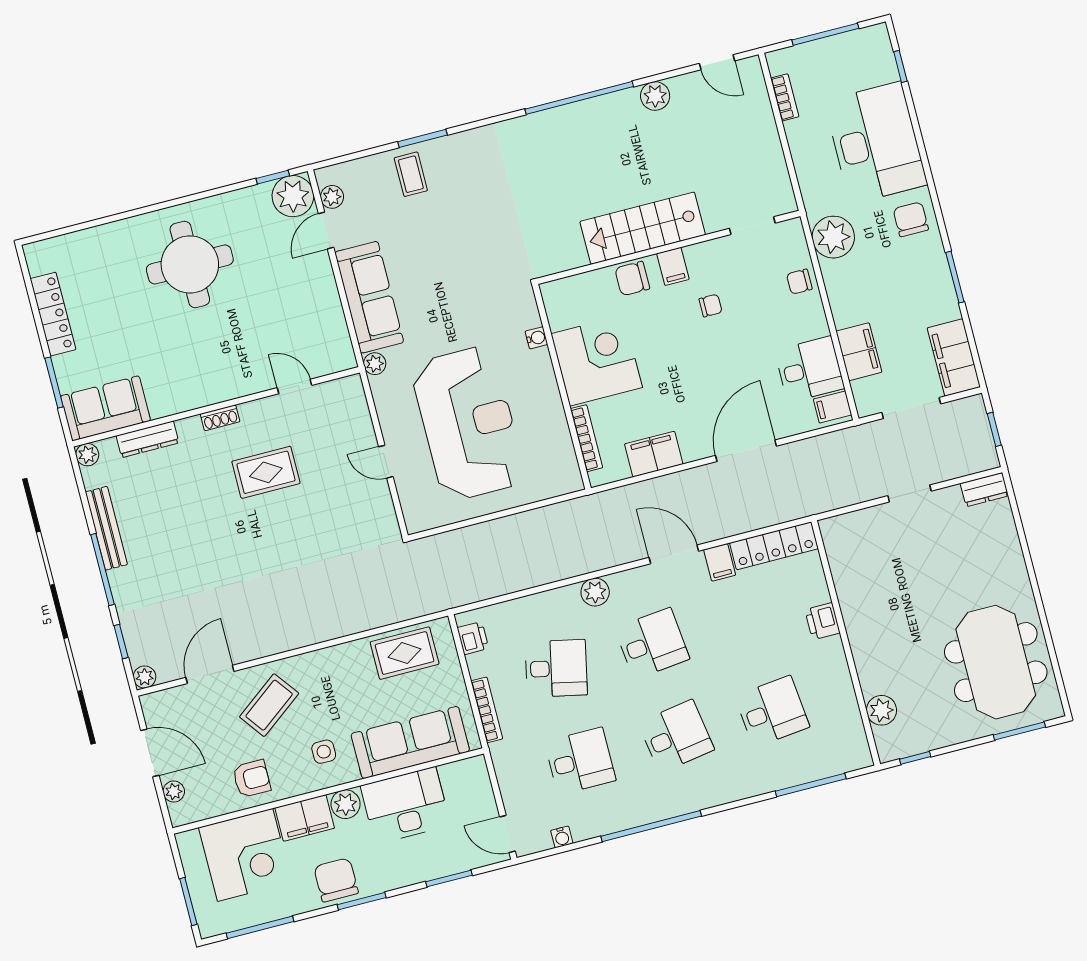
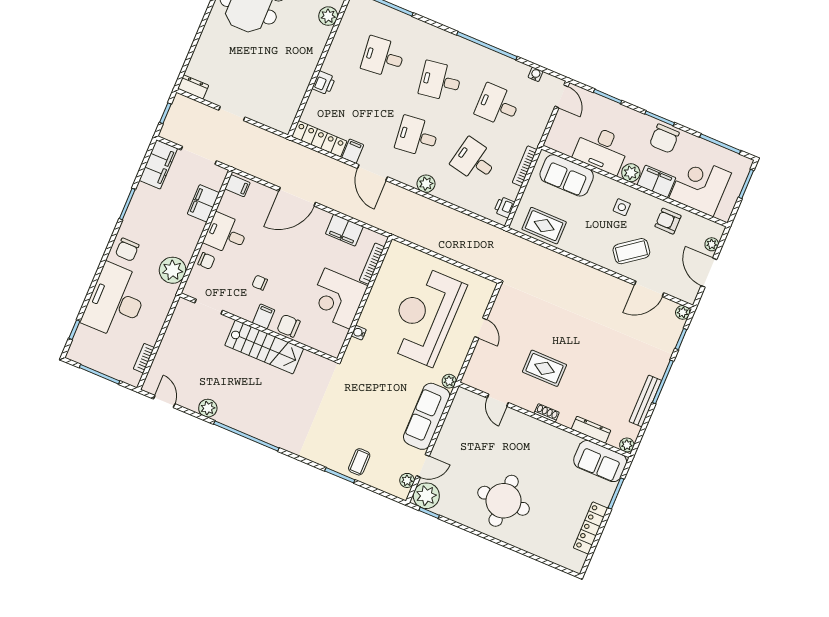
chair: (632, 279) -> (289, 326), turned 180
desk: (809, 369) -> (226, 234), moved
sofa: (410, 742) -> (567, 175), width x0.73

